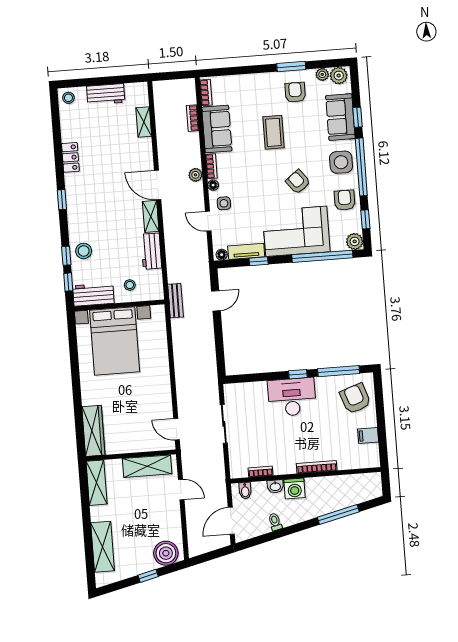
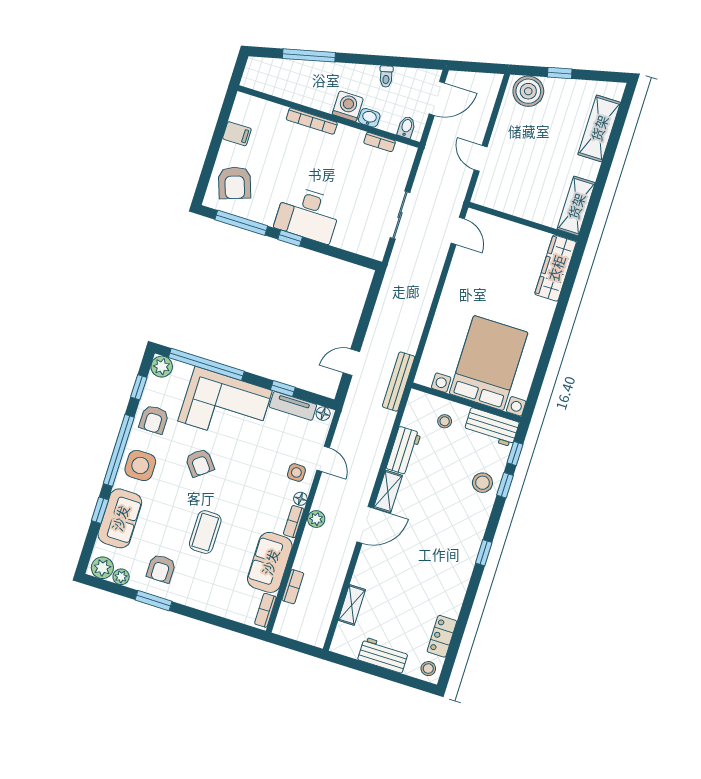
locker: (70, 157) -> (442, 636), moved
door: (158, 185) -> (365, 525), hinge flipped
bench: (175, 301) -> (399, 382), width x1.36
shelving: (147, 466) -> (509, 202), removed

